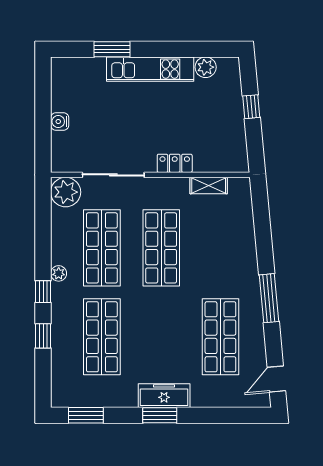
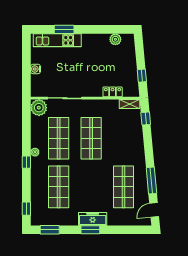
kitchen unit: (150, 69) -> (57, 40), moved
window: (251, 107) -> (142, 76), moved
locker: (175, 163) -> (113, 92), moved
shelving: (209, 185) -> (130, 104), moved
window: (261, 212) -> (146, 119), added
window: (269, 298) -> (151, 181), moved
window: (43, 336) -> (26, 209), moved

